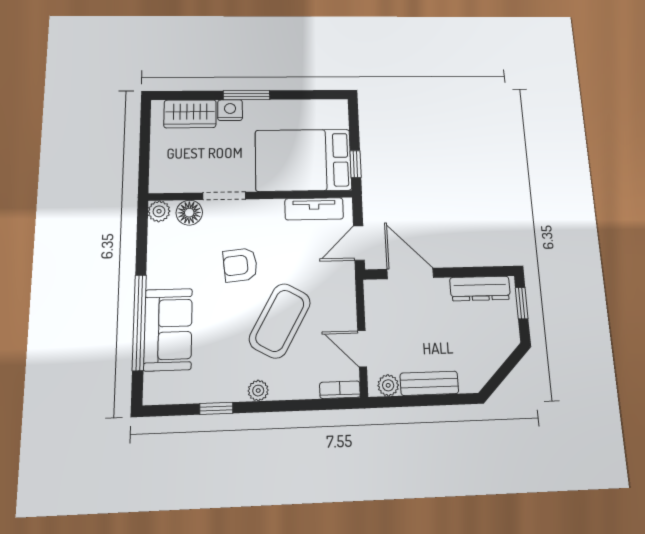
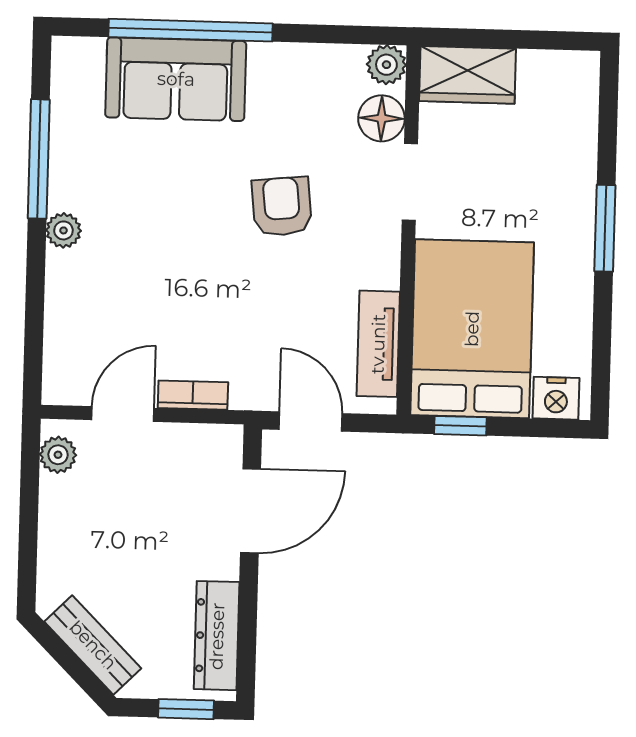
nightstand: (230, 110) -> (556, 398), moved, turned 90
wardrobe: (190, 114) -> (467, 75), moved, turned -90
coffee table: (280, 321) -> (180, 273), removed
bench: (429, 383) -> (93, 645), moved, turned -45
bookcase: (340, 390) -> (193, 395), moved, turned -90
window: (216, 408) -> (39, 159), width x2.17

